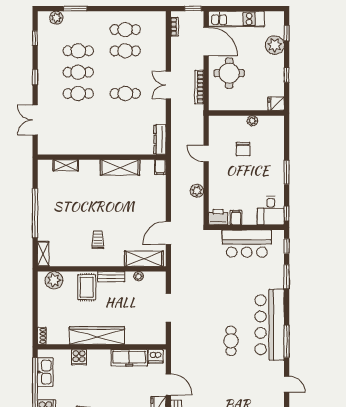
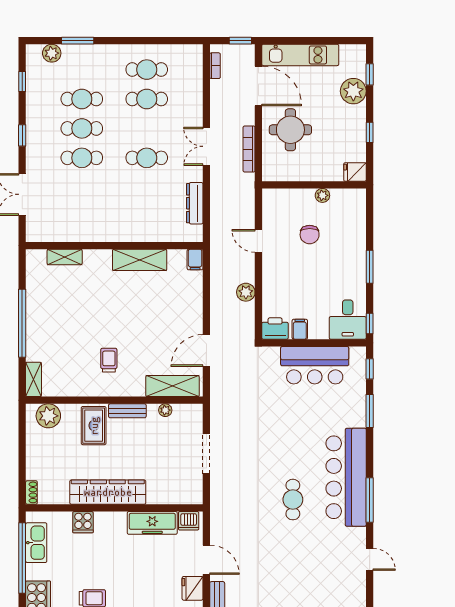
dresser: (160, 139) -> (195, 203), moved

